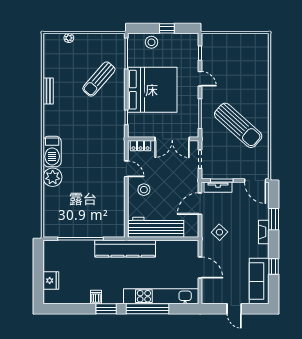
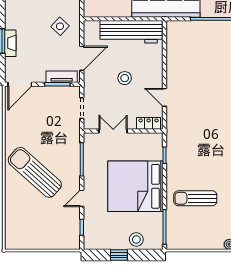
sun lounger: (99, 79) -> (195, 198), turned -131
door: (200, 79) -> (82, 198), hinge flipped
sun lounger: (238, 125) -> (35, 172), moved
double door: (172, 139) -> (113, 131), width x0.73
door: (255, 180) -> (20, 84), swing flipped
stool: (144, 190) -> (125, 78), moved
fireplace: (264, 232) -> (10, 43), moved

